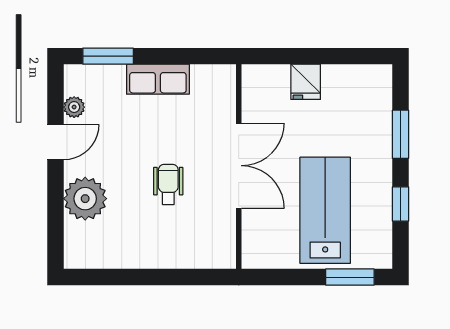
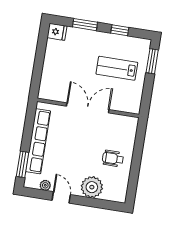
row of seats: (158, 79) -> (38, 141), width x2.02
fridge: (306, 82) -> (57, 32), moved
wheelchair: (168, 184) -> (113, 158), moved
lab bench: (325, 210) -> (117, 68), width x0.73, depth x0.72

